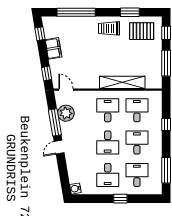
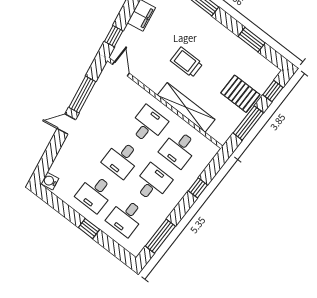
trolley: (109, 28) -> (187, 62), moved
pallet: (142, 31) -> (240, 94), moved
desk: (137, 110) -> (179, 149), turned 180
plant: (66, 113) -> (102, 94), removed
desk: (137, 175) -> (126, 217), turned 180

